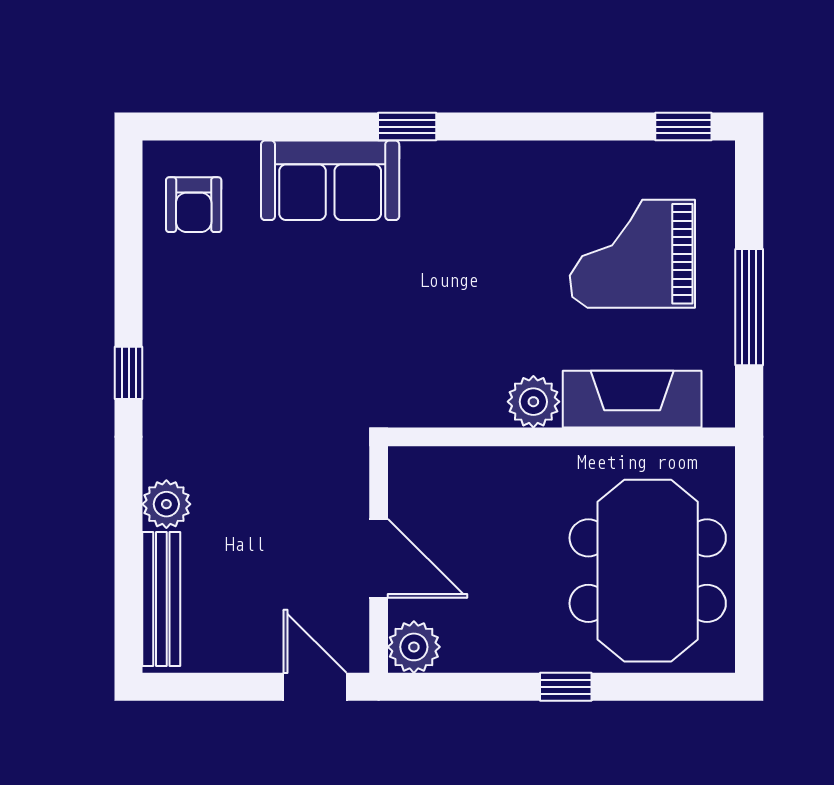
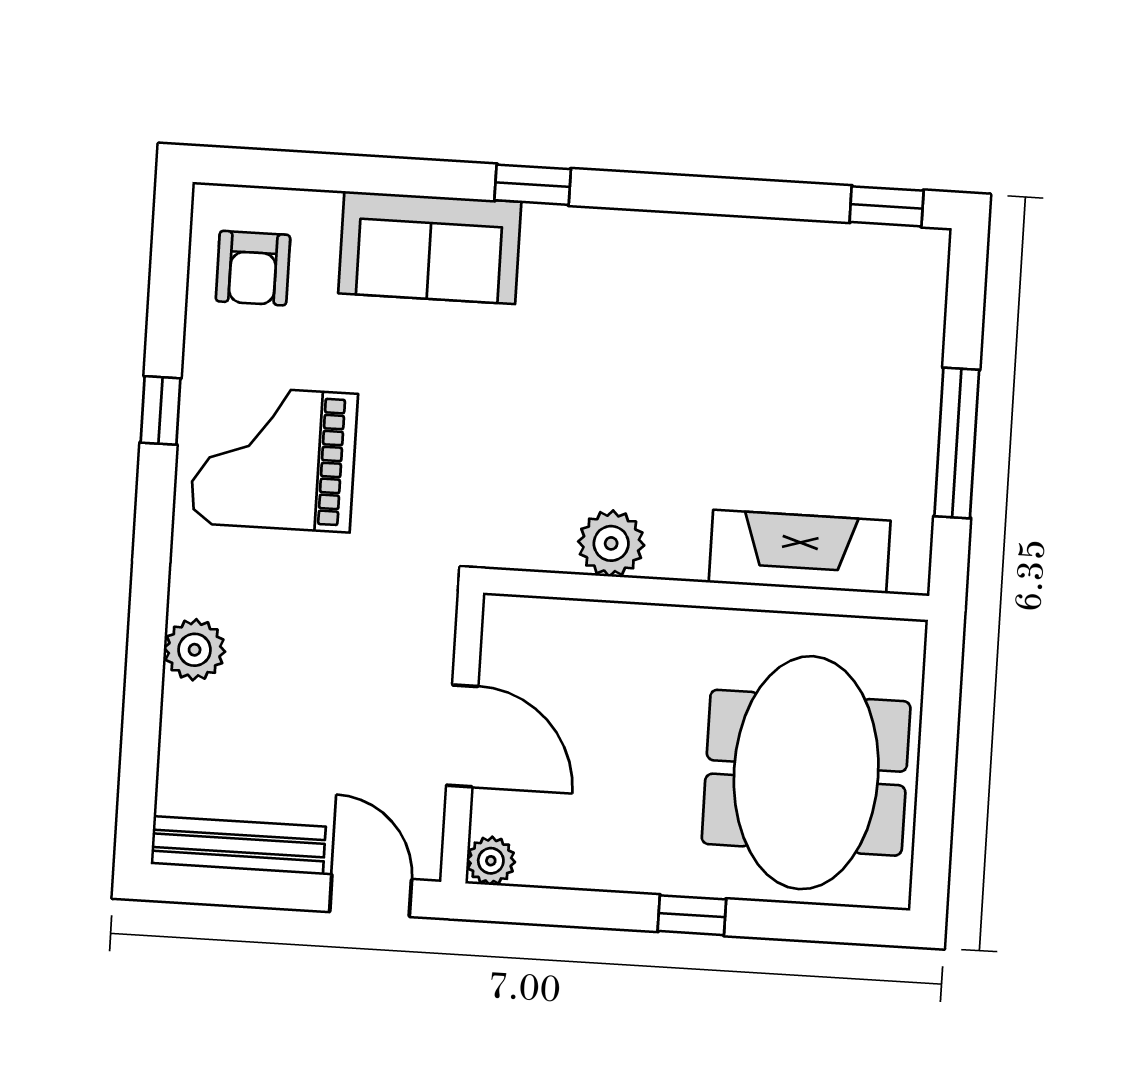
grand piano: (632, 254) -> (274, 458), moved
window: (129, 373) -> (160, 410), moved
plant: (533, 402) -> (611, 543), moved
bench: (161, 599) -> (238, 845), moved, turned 90
plant: (414, 647) -> (491, 861), width x0.73, depth x0.73

